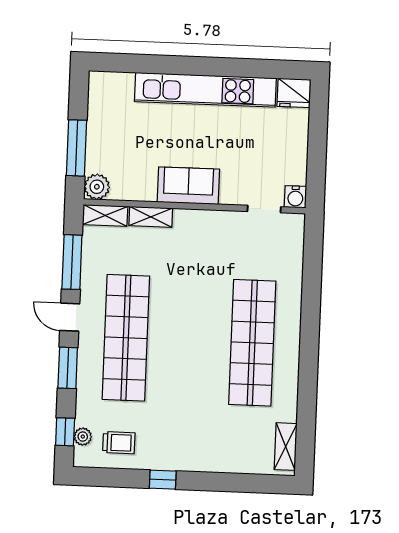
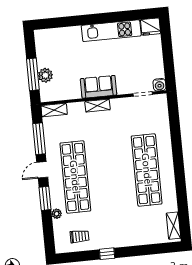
kitchen unit: (205, 90) -> (111, 31), width x0.73
plant: (97, 187) -> (45, 75), moved
shelving: (151, 217) -> (98, 106), moved
door: (70, 317) -> (42, 170), hinge flipped
window: (65, 432) -> (49, 235), removed
plant: (83, 437) -> (57, 214), moved

